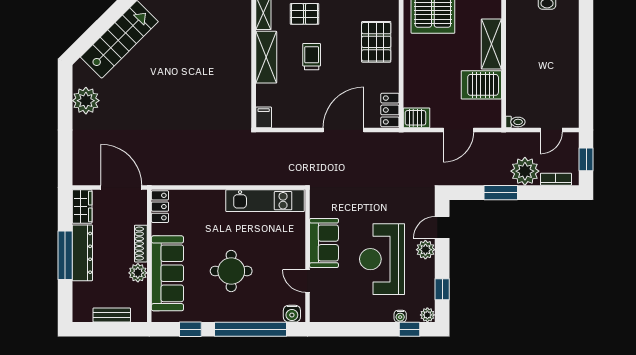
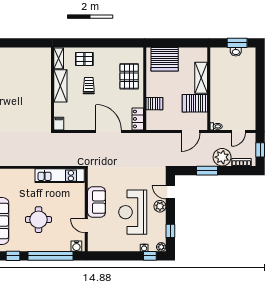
server rack: (417, 118) -> (154, 104), moved
door: (344, 130) -> (109, 131), hinge flipped
door: (458, 130) -> (191, 131), moved
door: (442, 227) -> (170, 192), hinge flipped

